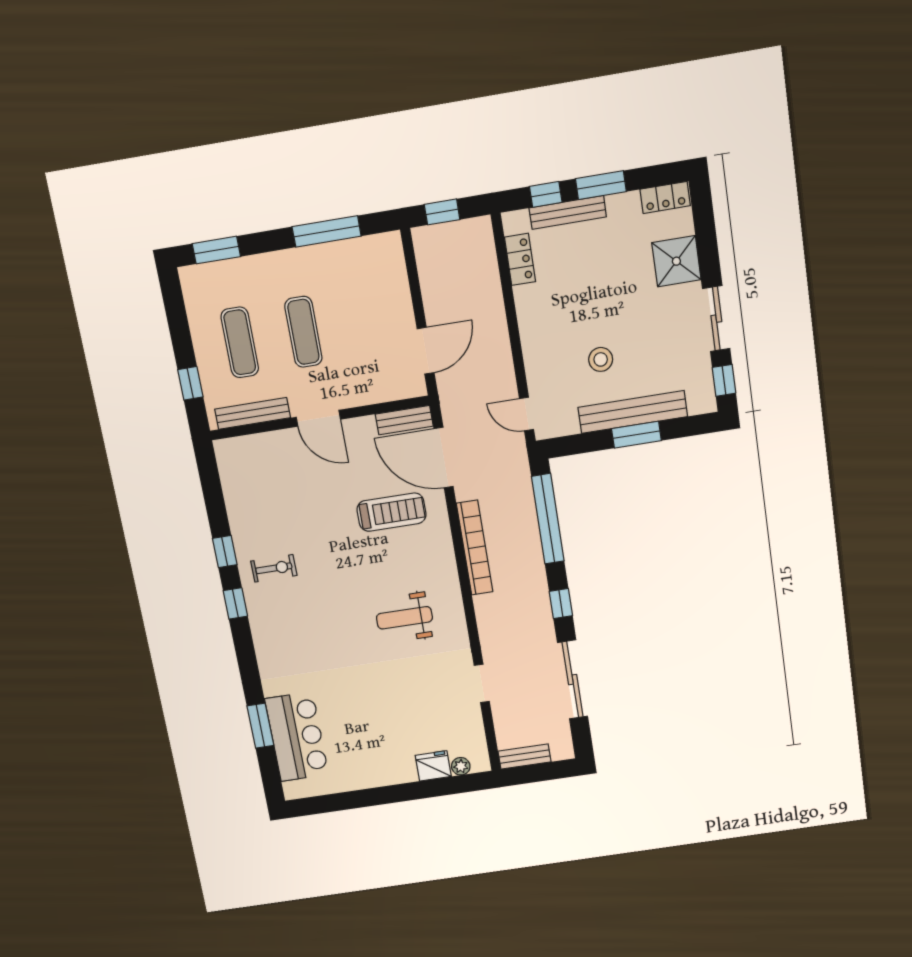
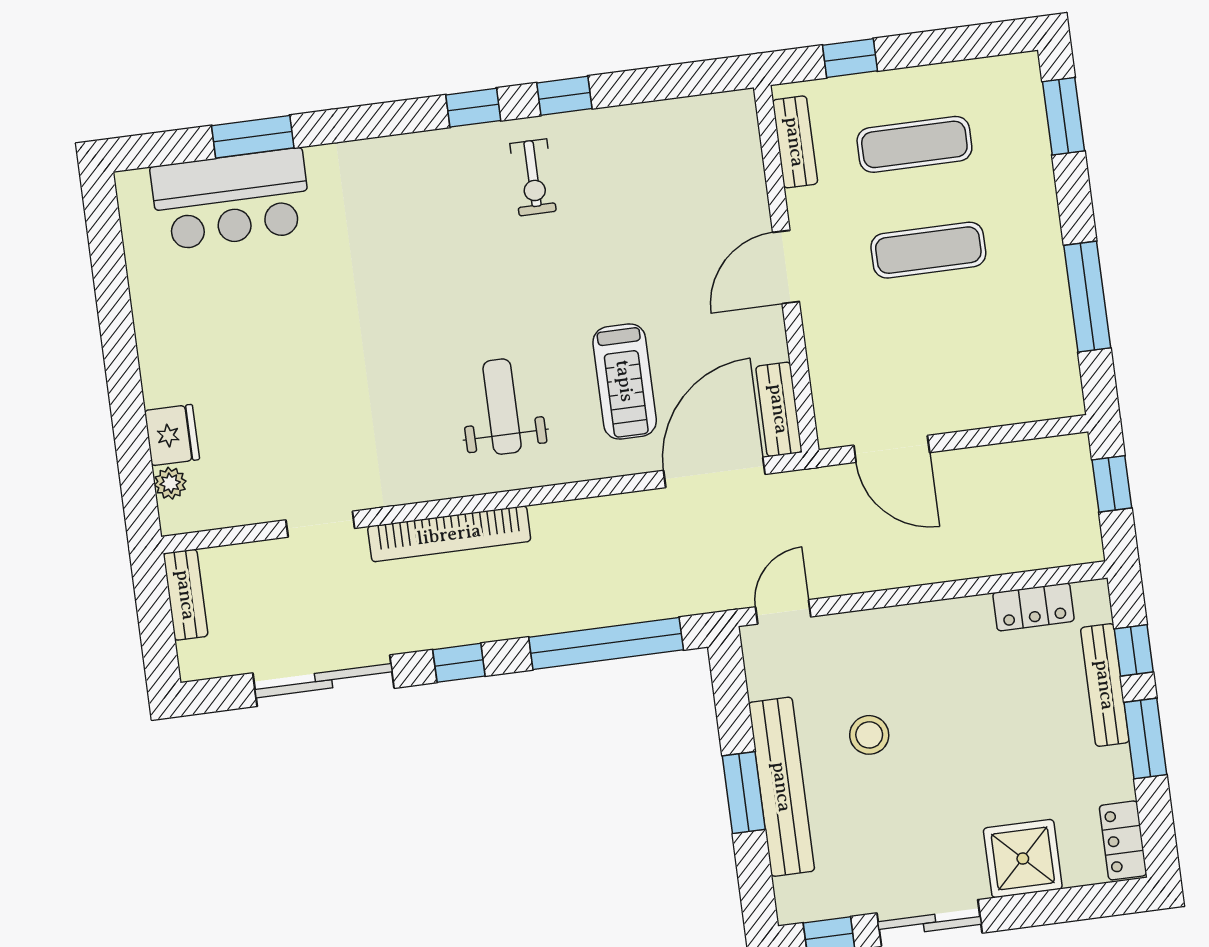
bench: (253, 413) -> (795, 142), width x0.73
bookcase: (475, 548) -> (449, 534), moved
weight bench: (404, 618) -> (502, 407), moved

